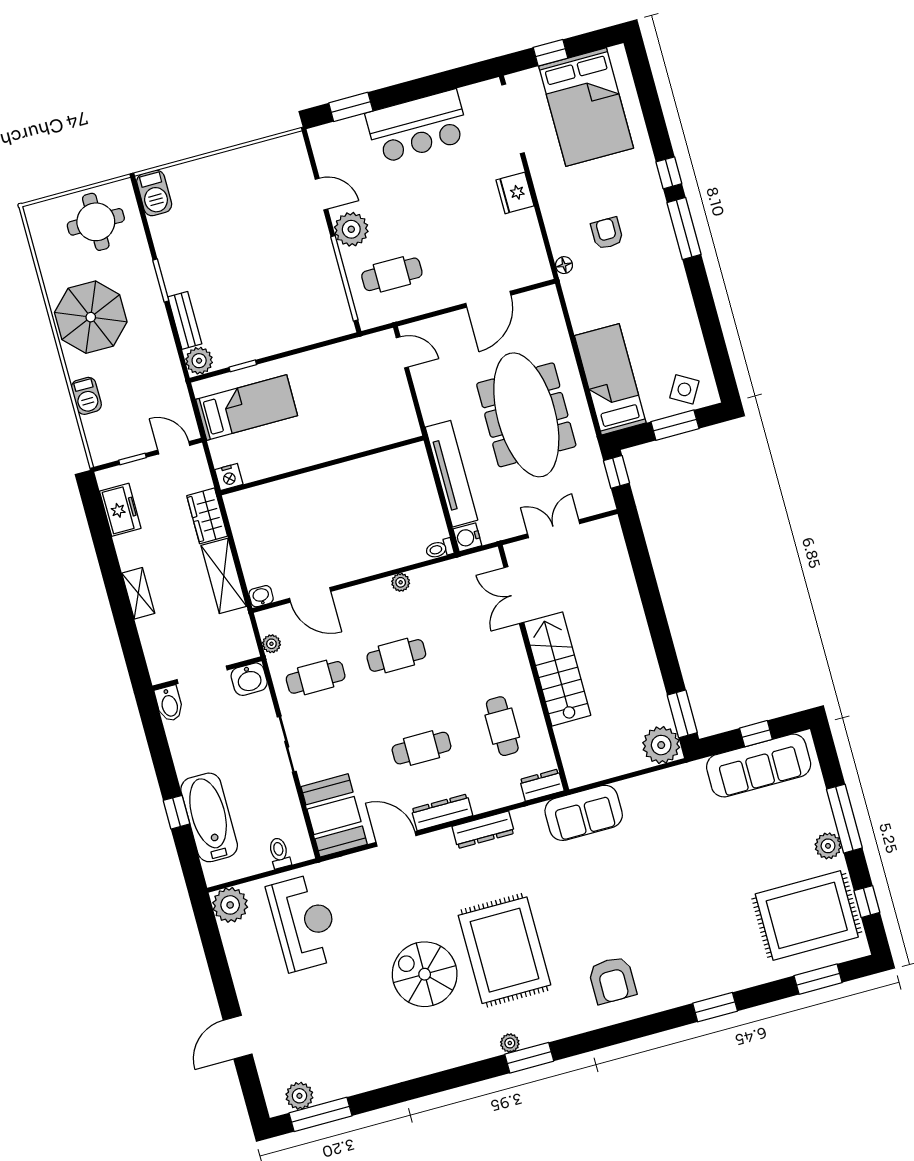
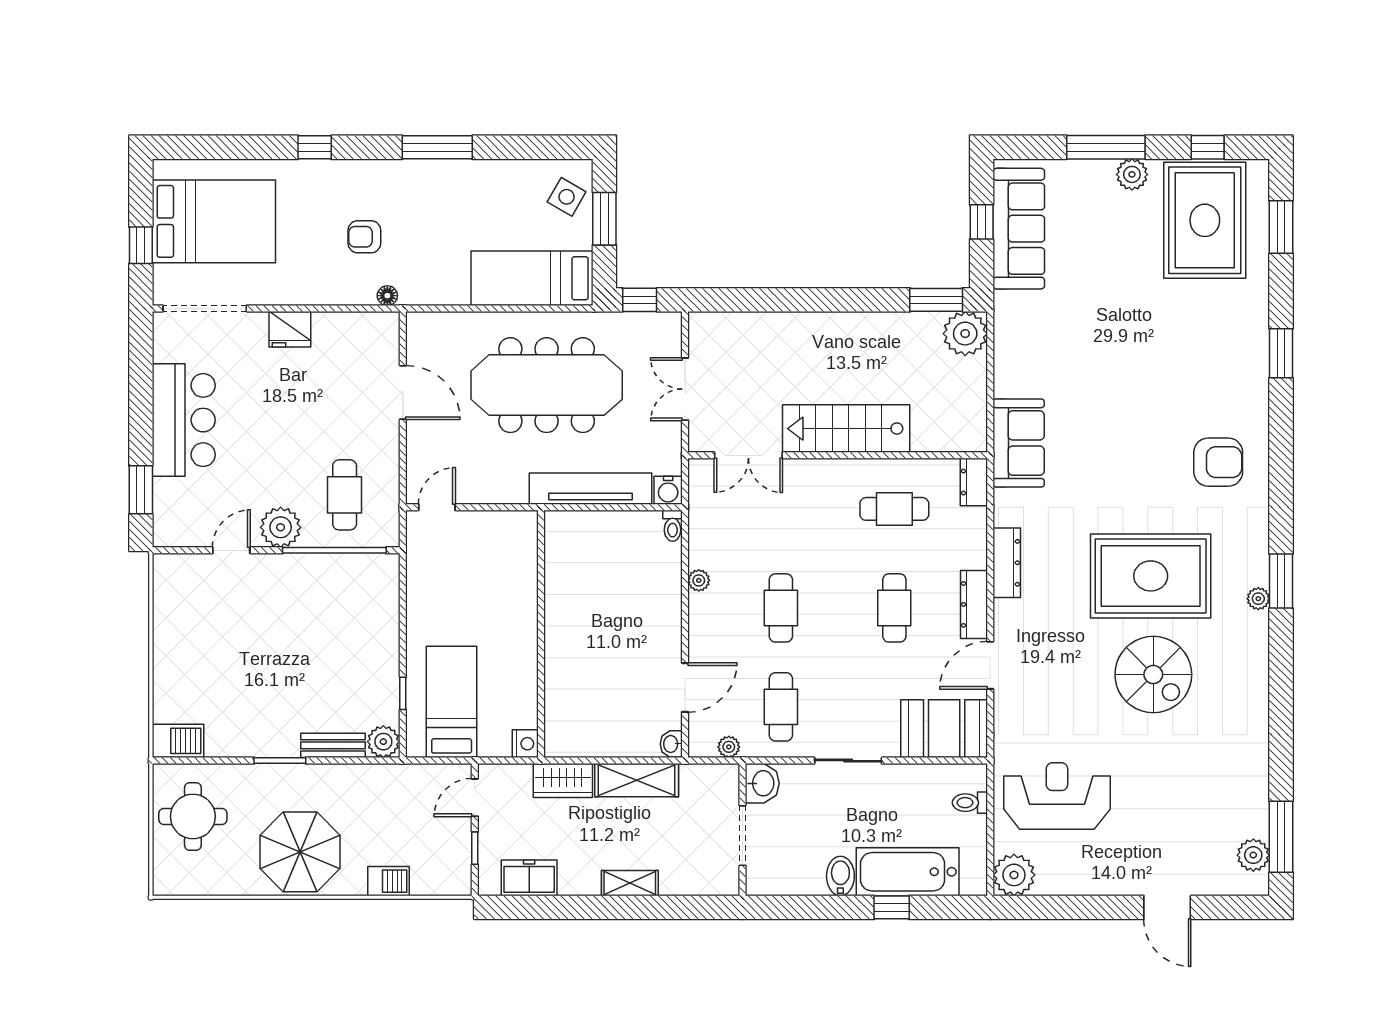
window: (684, 229) -> (437, 147), moved
bidet: (169, 704) -> (840, 876), moved, turned -90
spiral stairs: (425, 974) -> (1153, 675), turned -90

